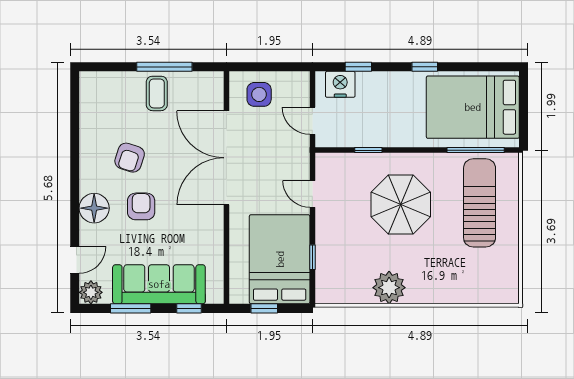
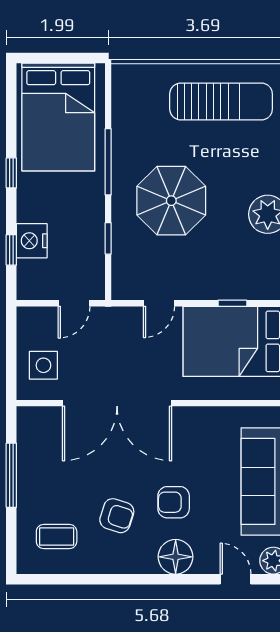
nightstand: (340, 84) -> (32, 241), moved
coffee table: (157, 93) -> (57, 537), moved
window: (476, 150) -> (108, 162), moved
sun lounger: (480, 203) -> (221, 101), moved, turned 180

